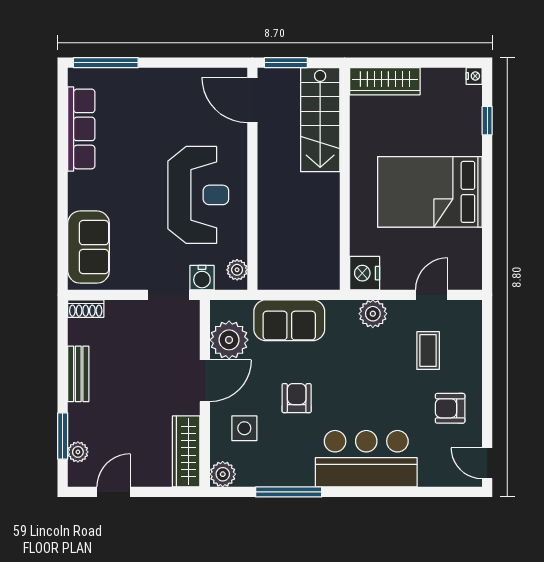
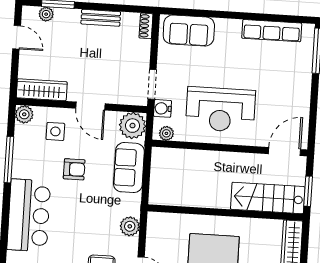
window: (286, 63) -> (308, 191), moved
nightstand: (365, 273) -> (158, 222), removed
plant: (229, 340) -> (133, 126), moved

